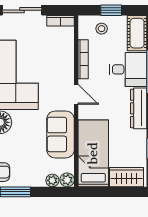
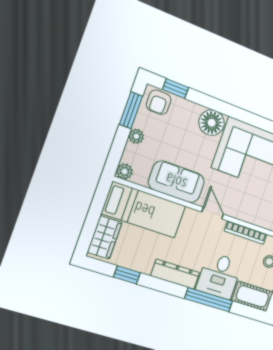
door: (76, 94) -> (213, 213), swing flipped
plant: (52, 180) -> (136, 136), moved

